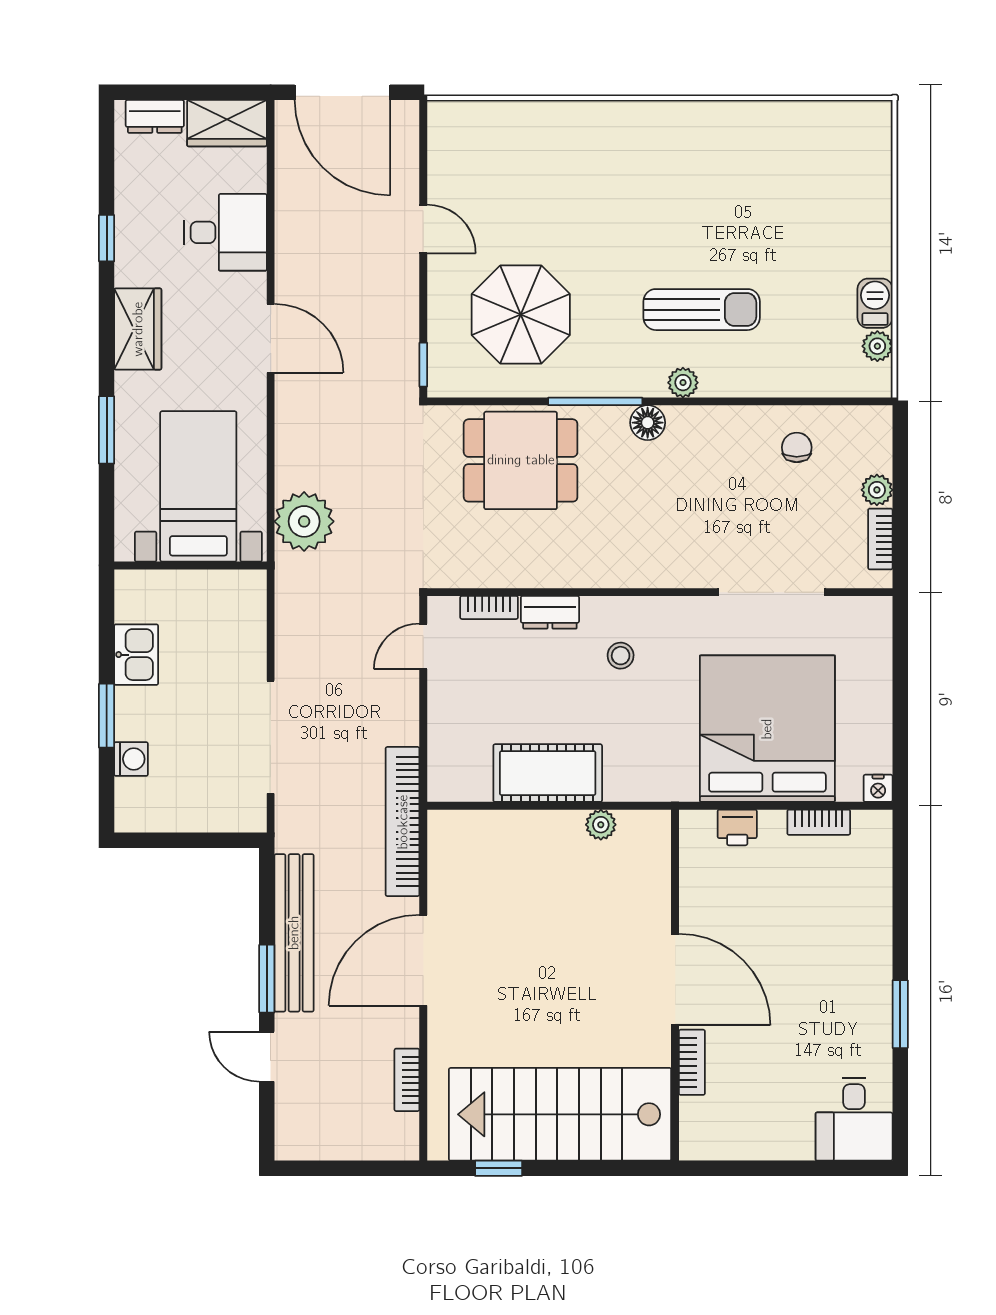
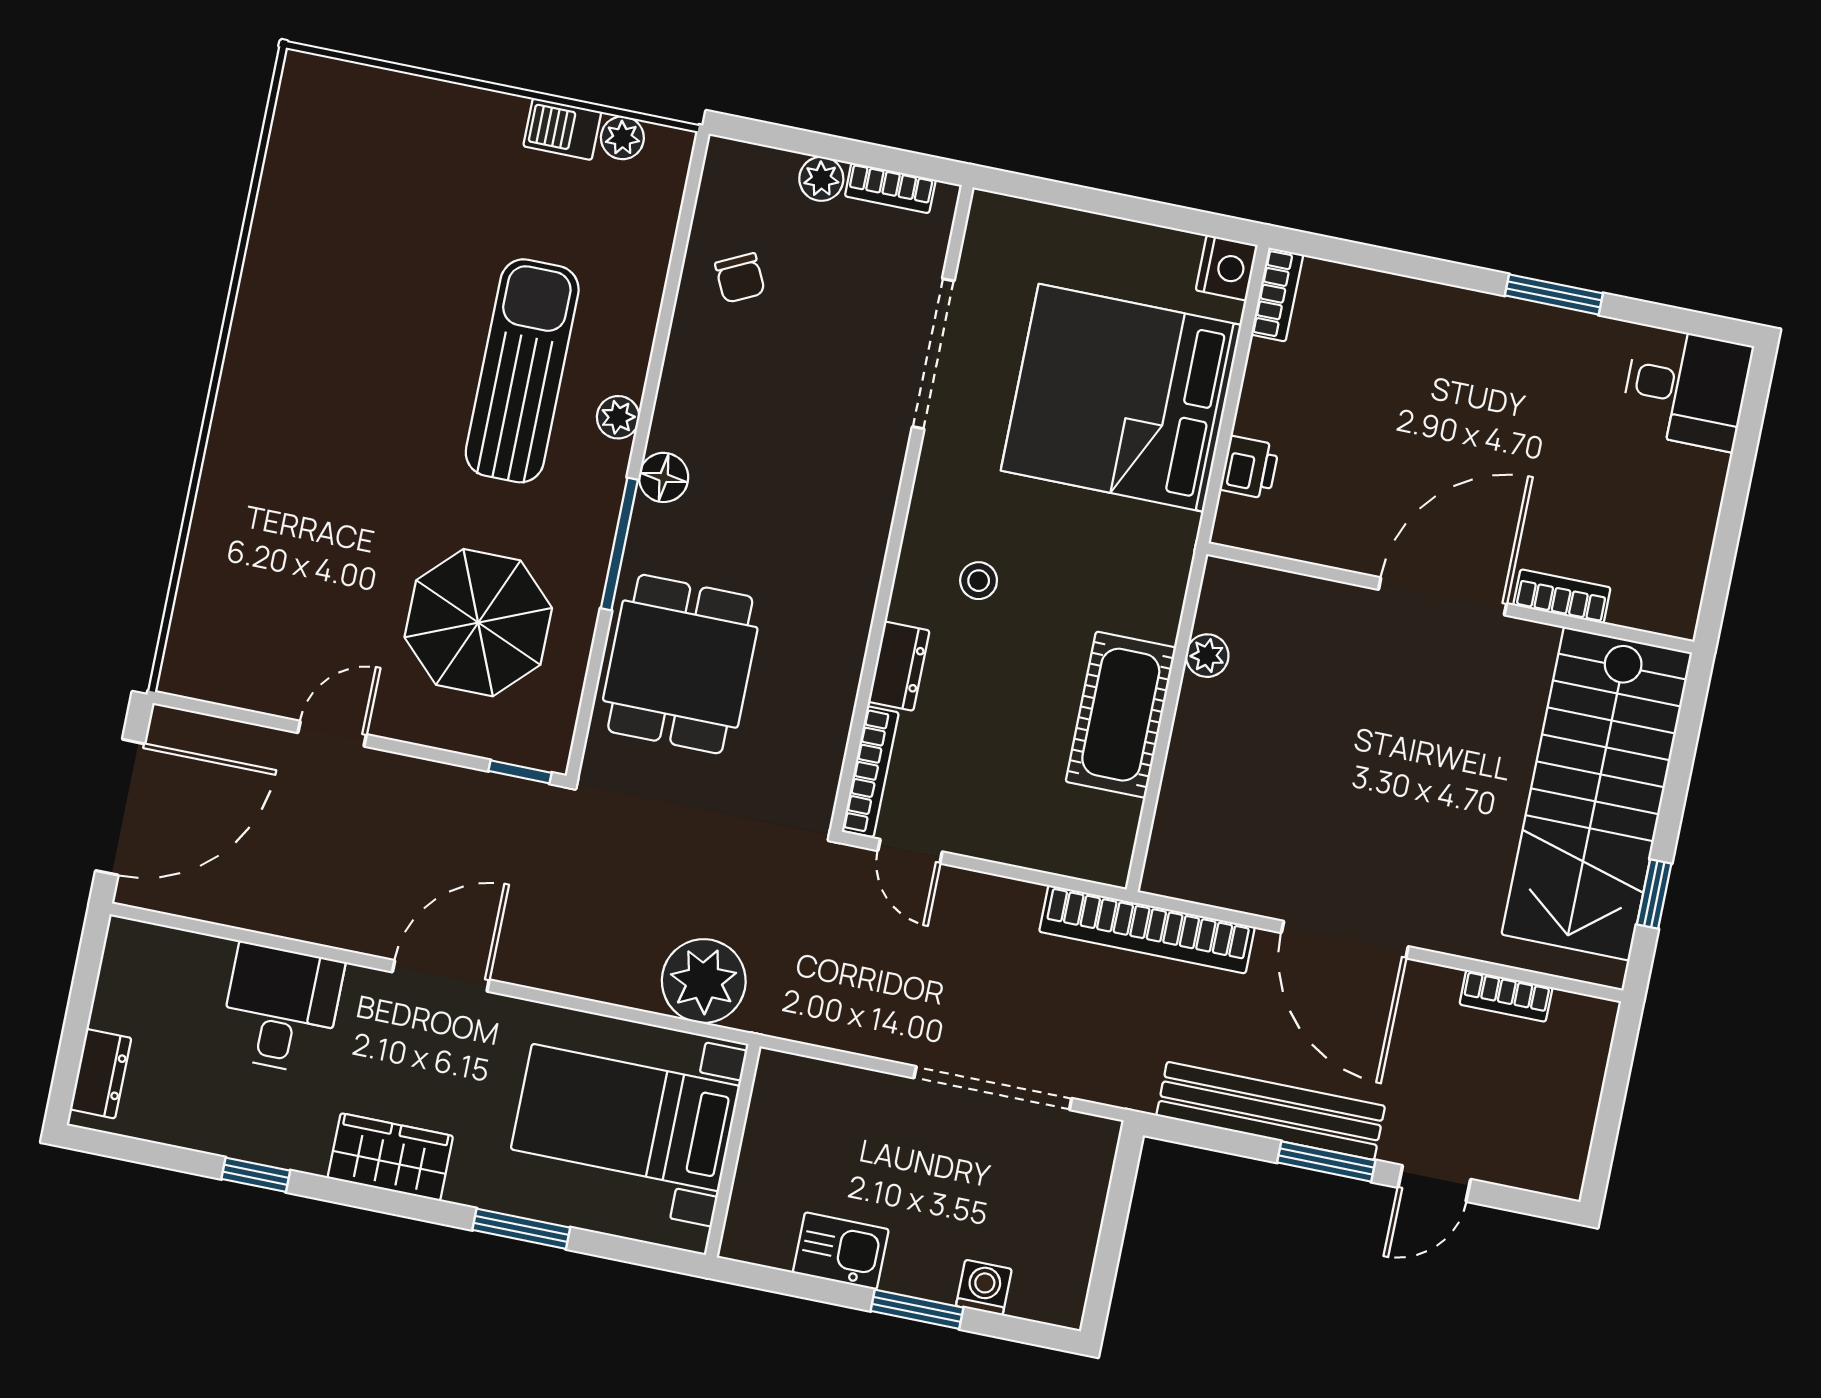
wardrobe: (227, 123) -> (130, 976), removed
sun lounger: (702, 310) -> (522, 371), width x1.36, depth x1.34
chair: (797, 447) -> (740, 278), turned -116
bookcase: (489, 607) -> (870, 772), width x1.56
nightstand: (878, 788) -> (1227, 268), width x1.39, depth x1.35
bookcase: (819, 822) -> (1277, 294), moved

